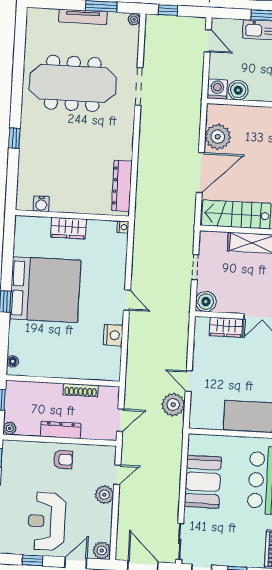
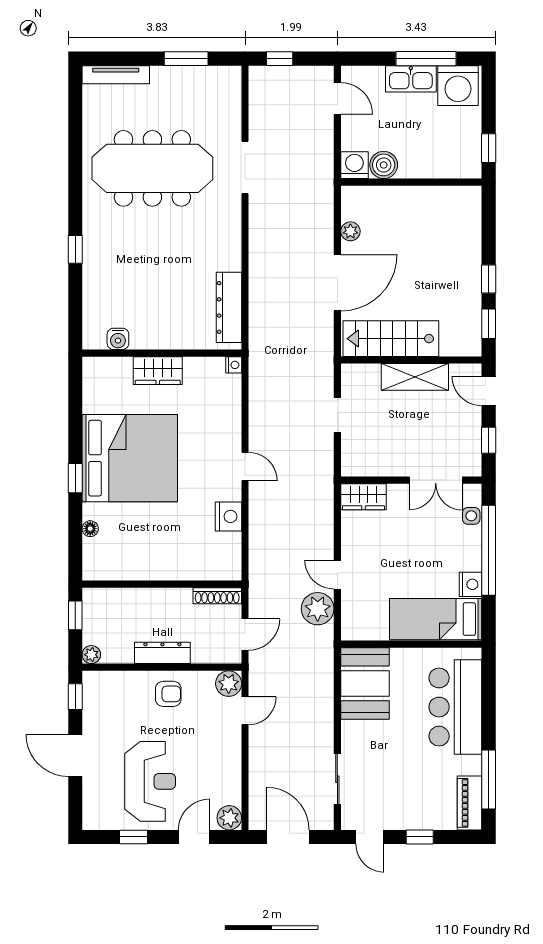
tv unit: (83, 17) -> (116, 75), moved
plant: (134, 19) -> (233, 74), removed
plant: (218, 137) -> (350, 231), width x0.53, depth x0.53
boiler: (206, 302) -> (355, 462), removed
wardrobe: (226, 327) -> (364, 497), moved
floor lamp: (13, 361) -> (90, 529), moved
shoe rack: (81, 390) -> (217, 596), moved
booth: (203, 482) -> (365, 683), moved
plant: (104, 495) -> (229, 684), moved
reception desk: (47, 521) -> (150, 781), turned 180
sliding door: (180, 541) -> (337, 779), moved

